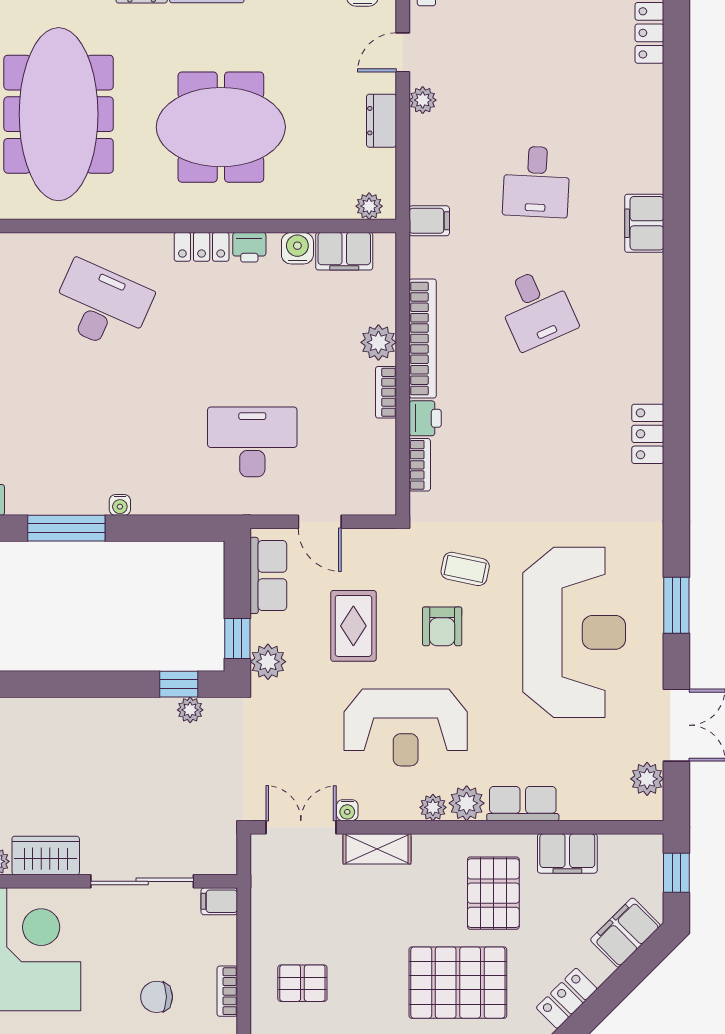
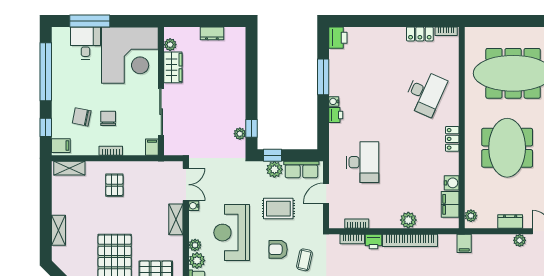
printer: (249, 247) -> (336, 115), moved, turned 180
bookcase: (386, 392) -> (357, 224), moved
plant: (268, 662) -> (274, 169), moved

